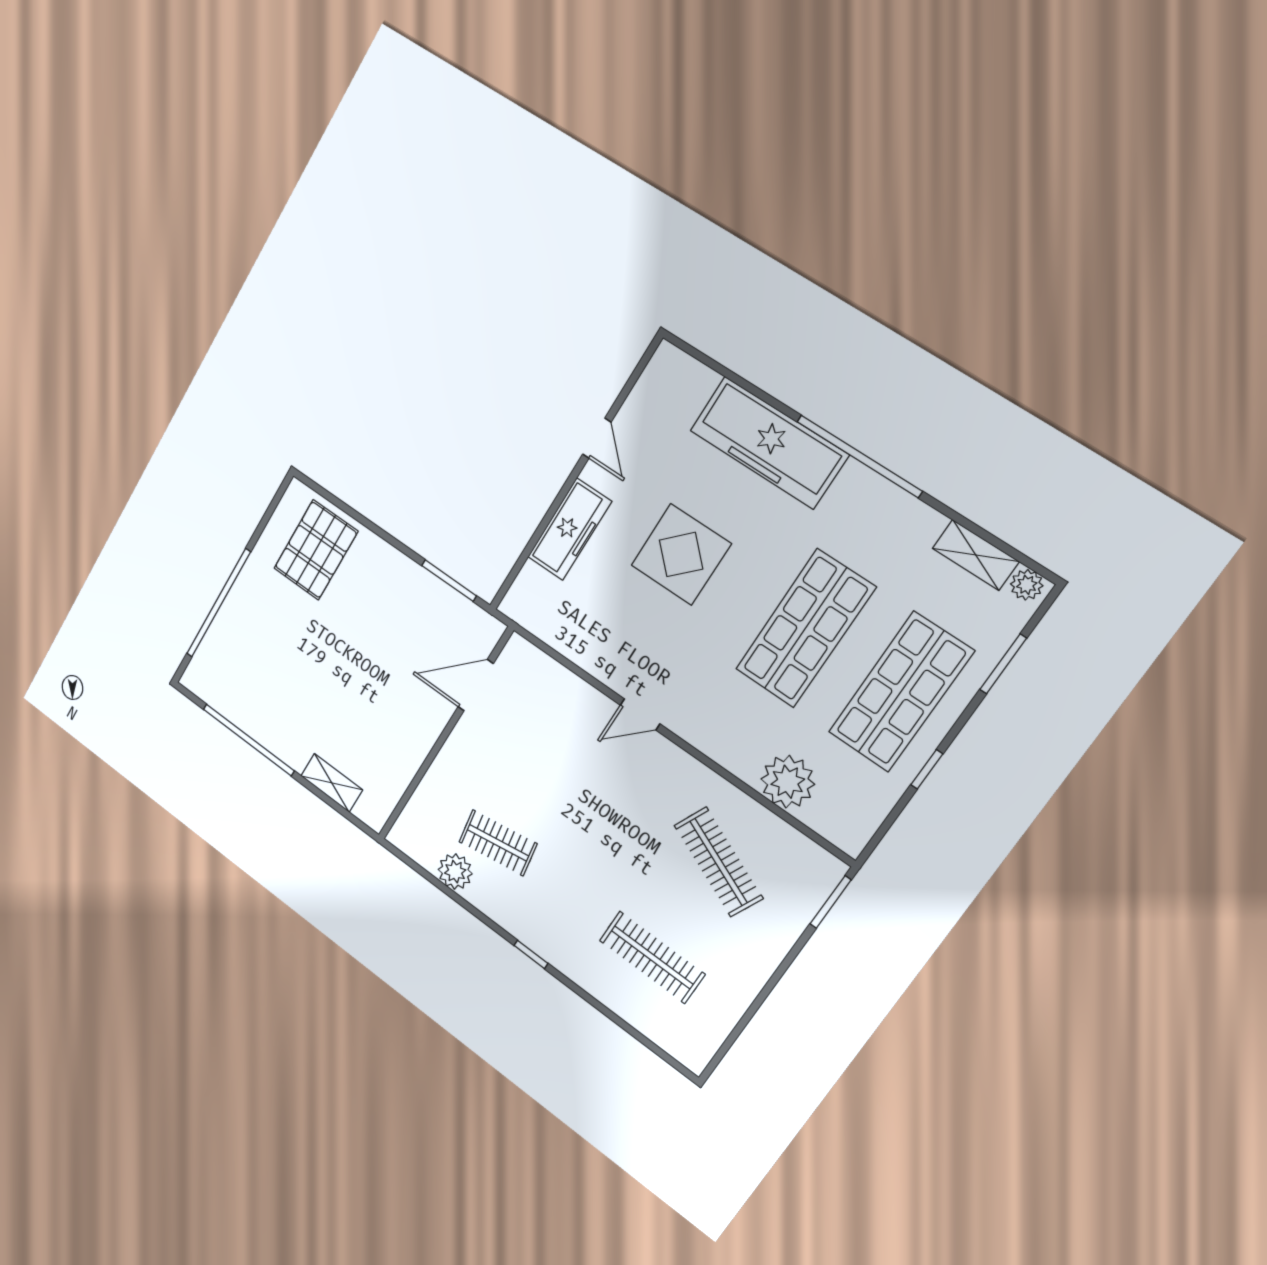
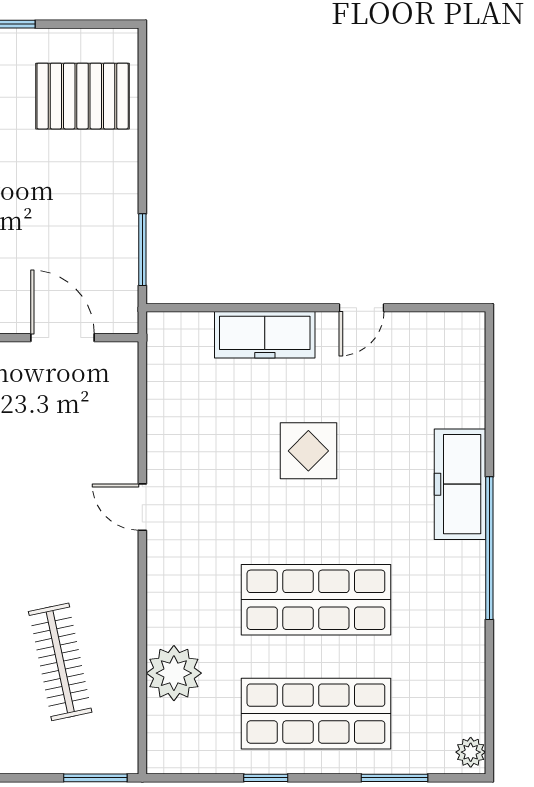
freezer: (769, 443) -> (460, 484), width x0.73, depth x0.79
display table: (681, 555) -> (308, 451), width x0.73, depth x0.73
shelving: (976, 555) -> (469, 696), removed
clothes rail: (718, 862) -> (60, 662), turned -36

